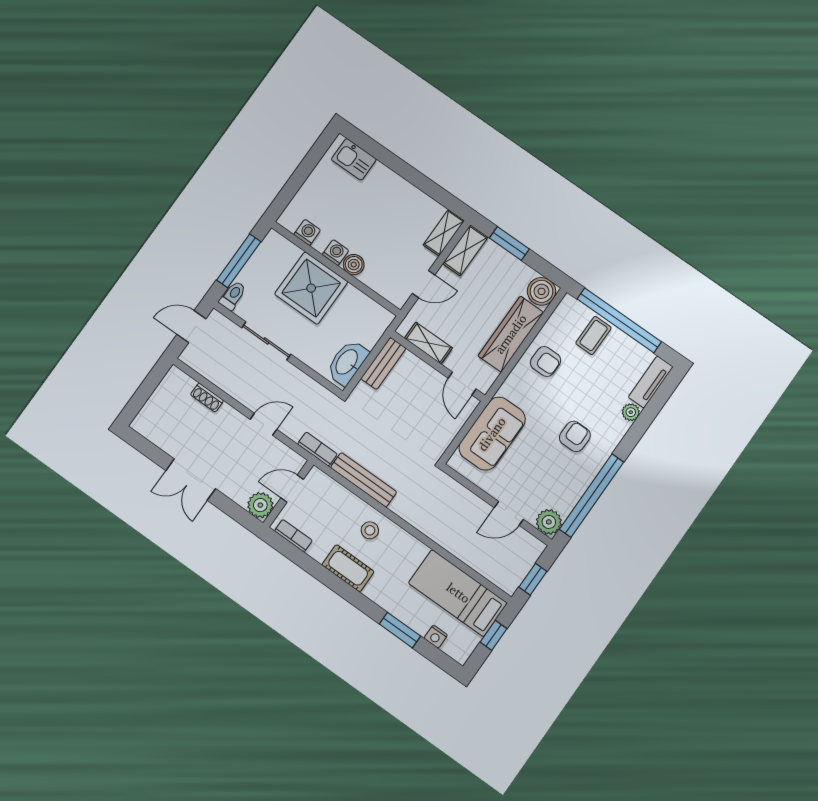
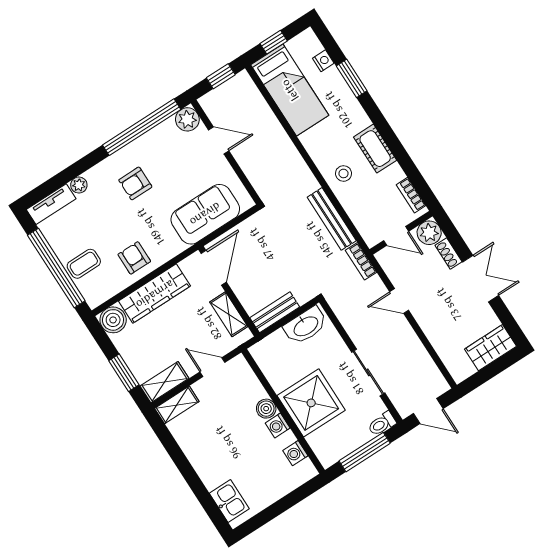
door: (462, 383) -> (214, 268), width x1.38
shoe rack: (207, 398) -> (448, 254), moved, turned 180
wardrobe: (154, 414) -> (491, 348), added

